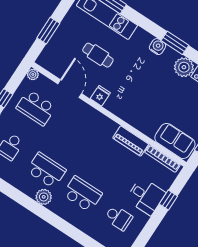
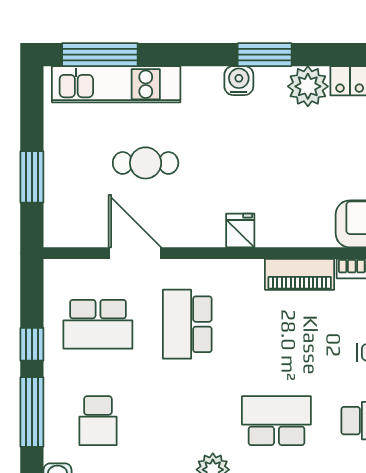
plant: (33, 74) -> (55, 270), removed
fridge: (100, 96) -> (240, 230), moved
school desk: (46, 170) -> (187, 324), moved, turned -90

